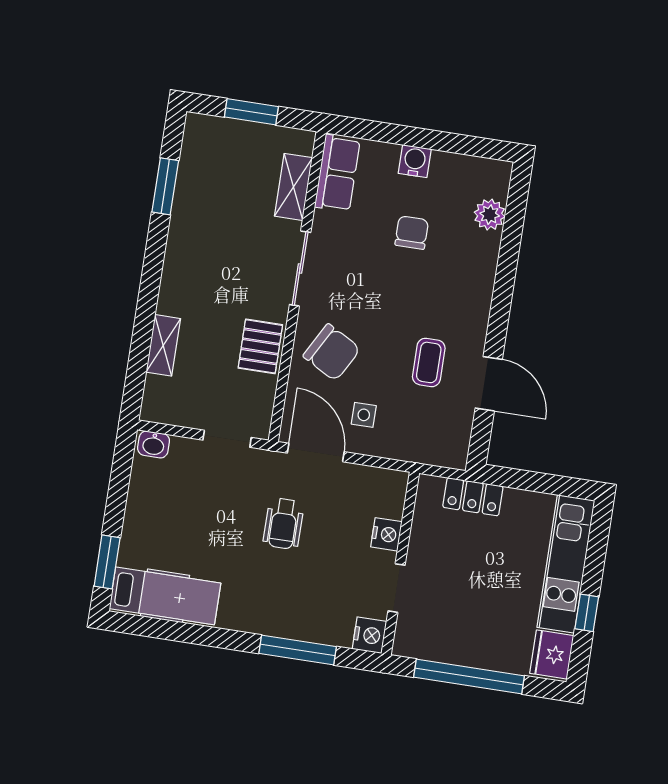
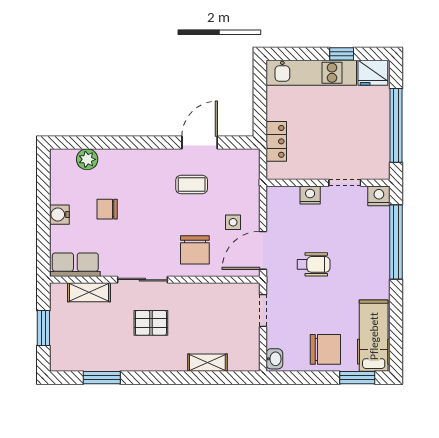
pallet: (260, 346) -> (151, 323), moved
chair: (332, 352) -> (195, 250), turned 151
chair: (156, 522) -> (325, 349), added
window: (298, 650) -> (396, 242), width x1.46

